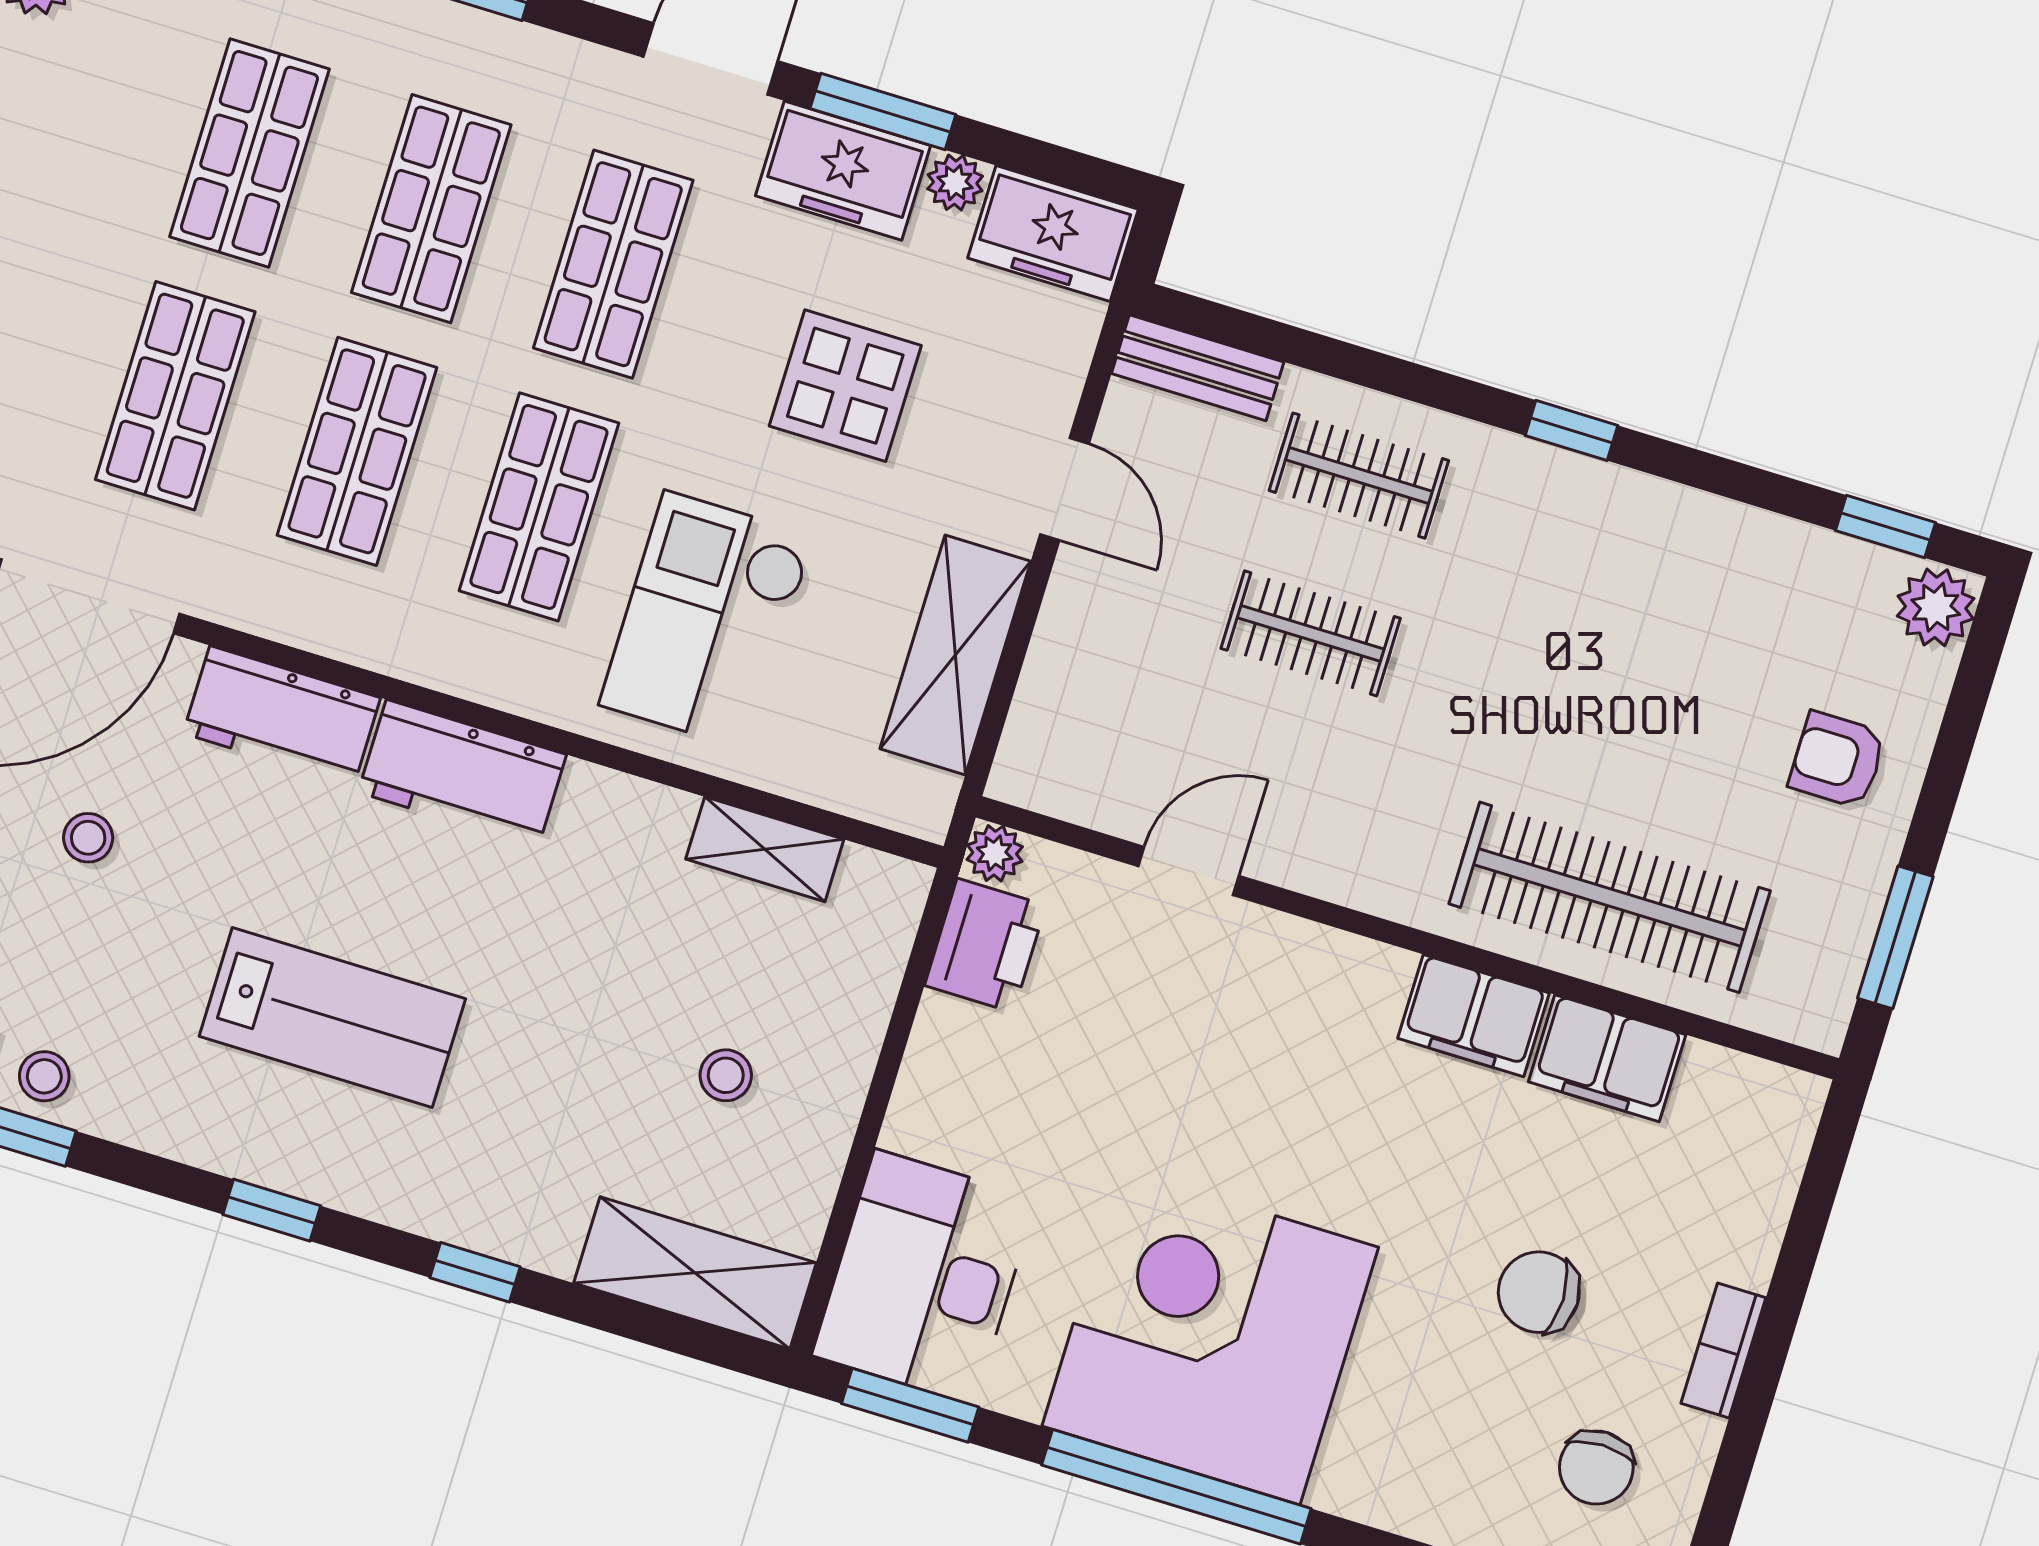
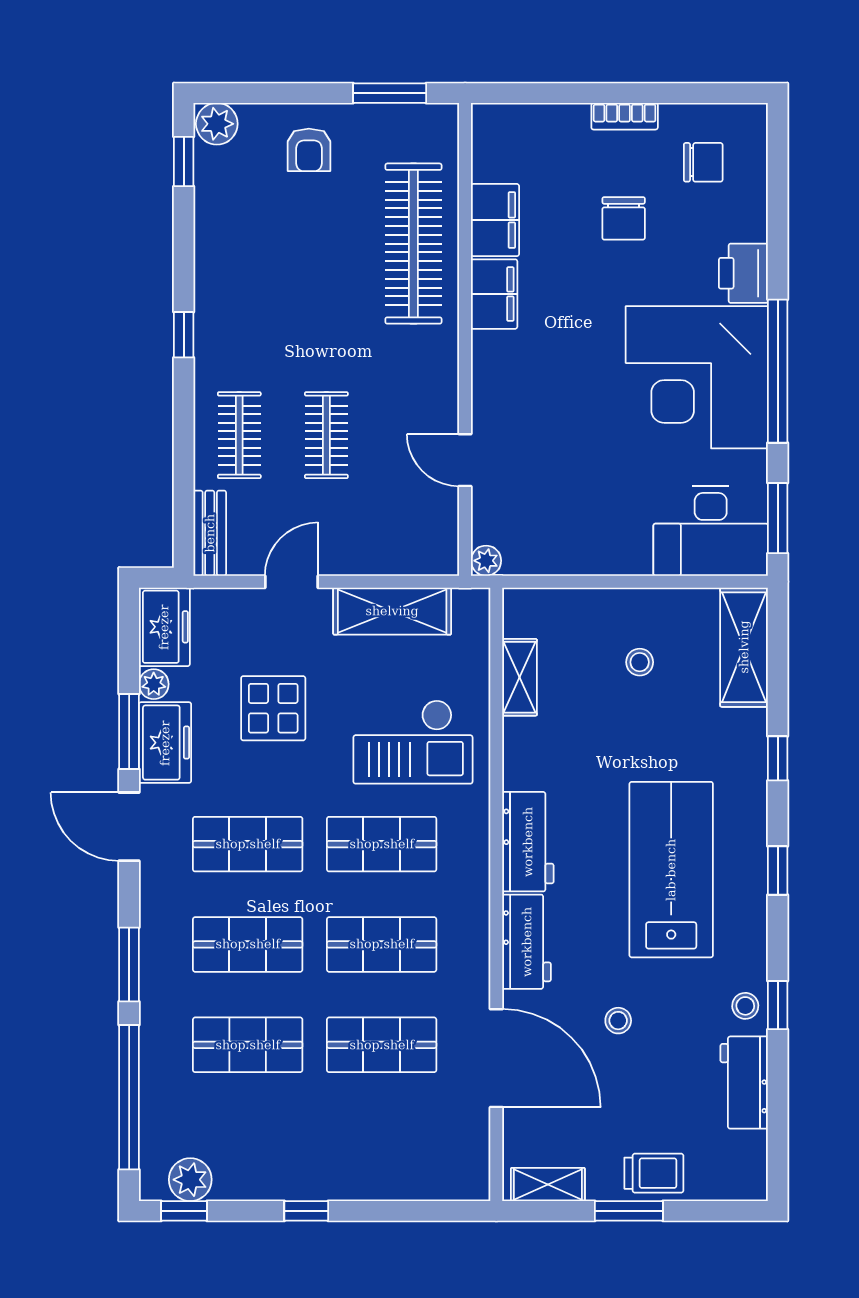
printer: (985, 945) -> (743, 273), moved, turned -90
lab bench: (332, 1018) -> (671, 870), width x1.36, depth x1.39

